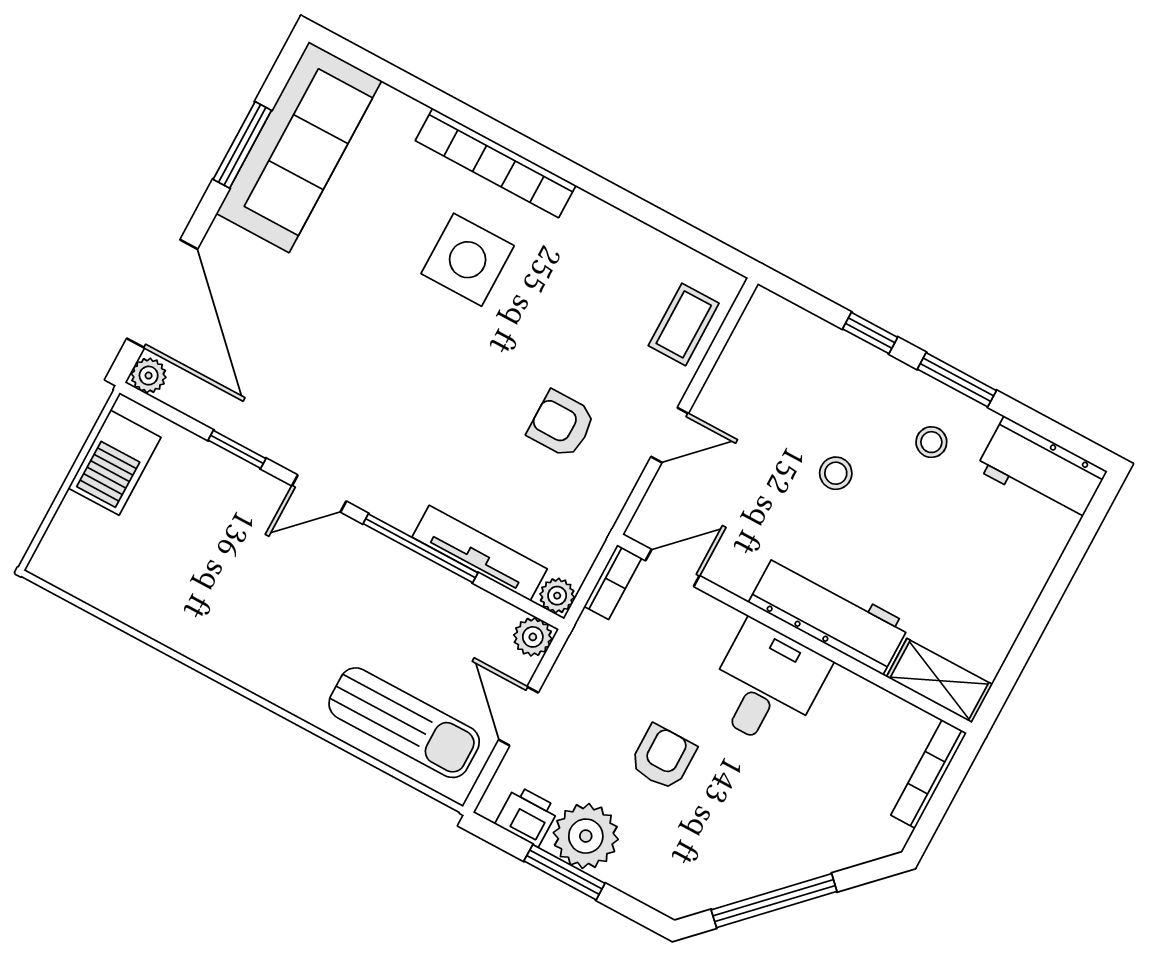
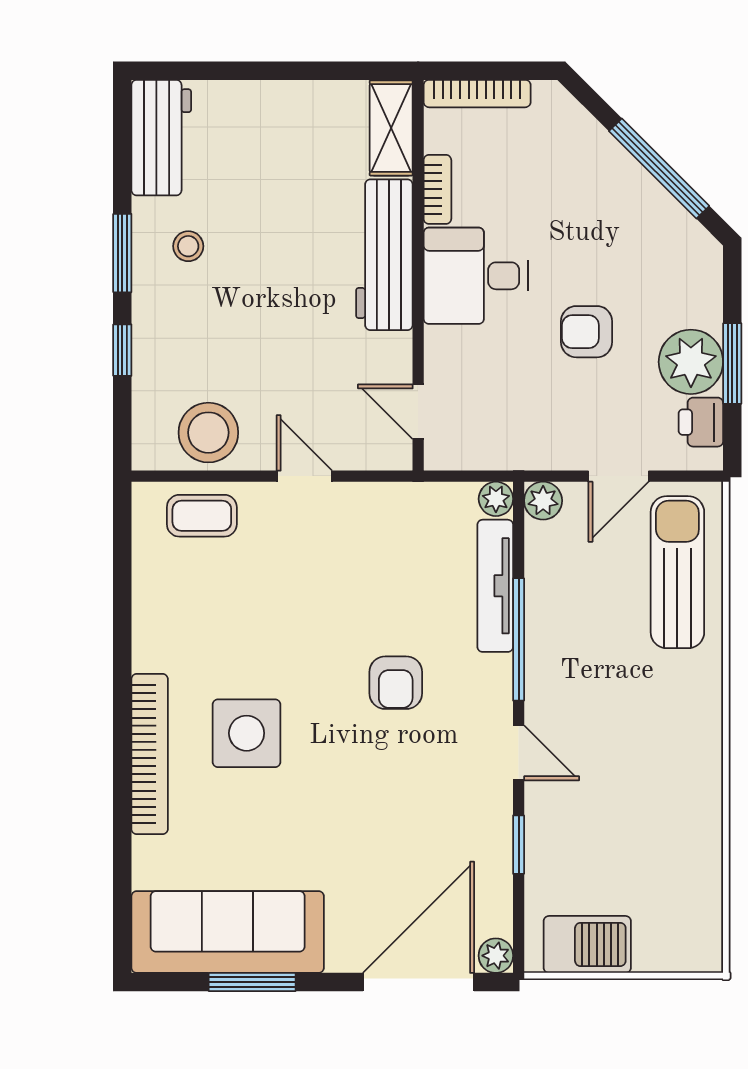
armchair: (561, 424) -> (396, 683), moved
stool: (836, 473) -> (208, 433), moved, width x1.89, depth x1.89
bookcase: (613, 582) -> (437, 189), moved, turned 90

